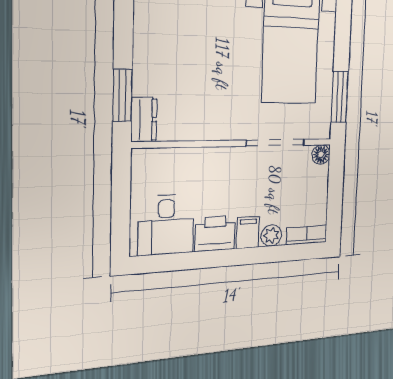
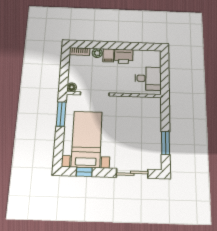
window: (123, 95) -> (166, 143), moved
dresser: (144, 120) -> (156, 107), removed
desk: (166, 225) -> (148, 78), moved, turned 90

